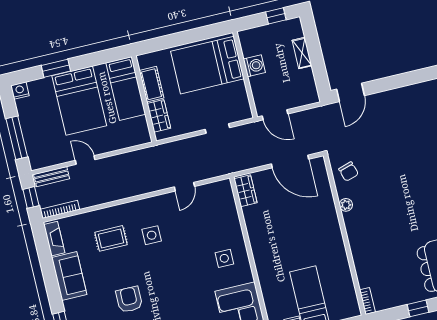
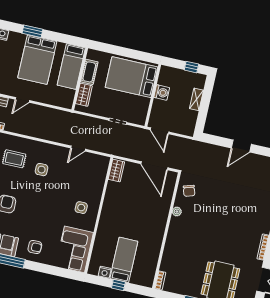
door: (350, 92) -> (241, 146), moved
door: (85, 160) -> (22, 100), swing flipped

